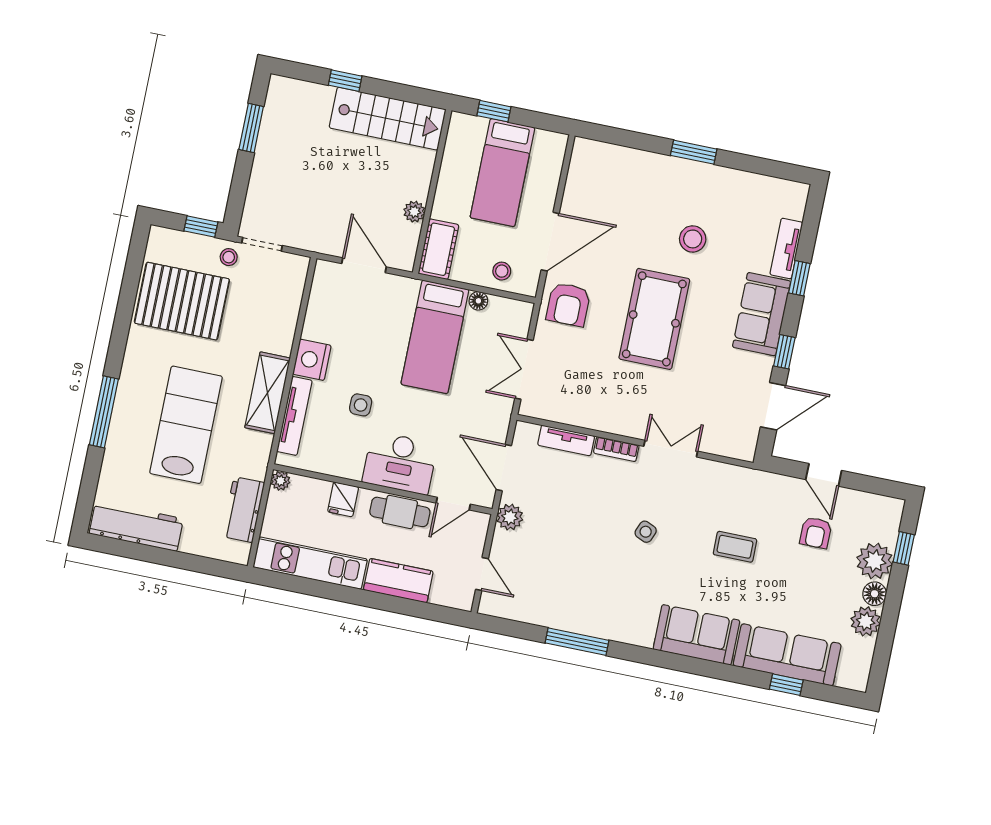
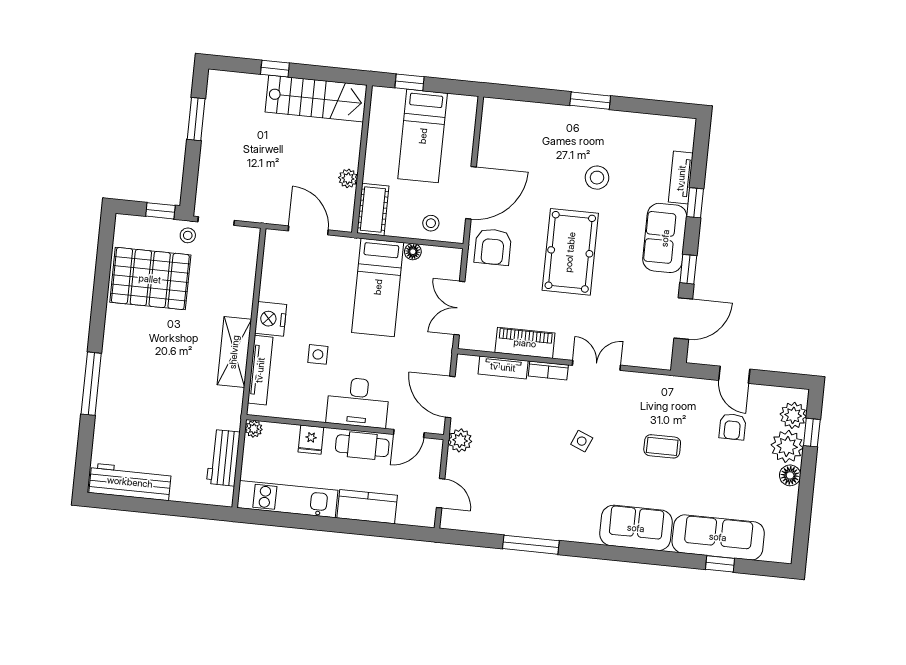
piano: (593, 415) -> (525, 343), added
lab bench: (186, 425) -> (165, 388), removed
plant: (866, 621) -> (793, 415), moved

